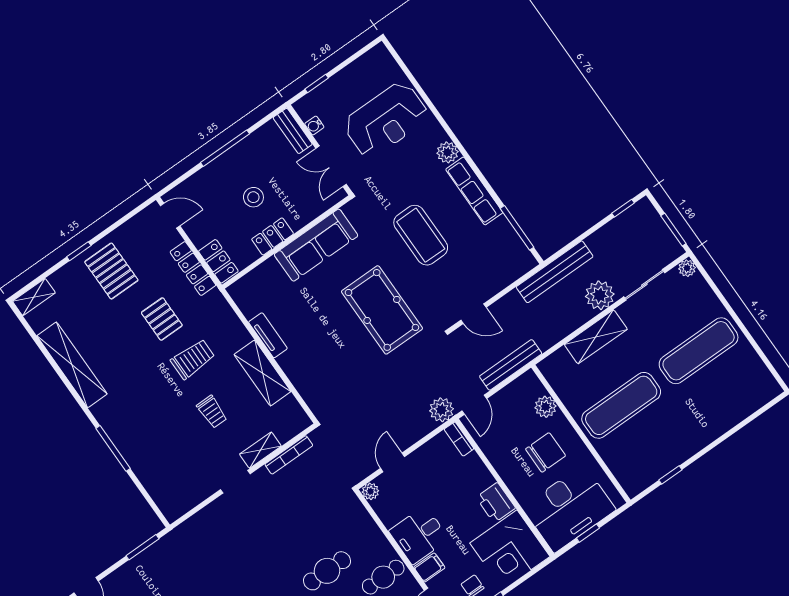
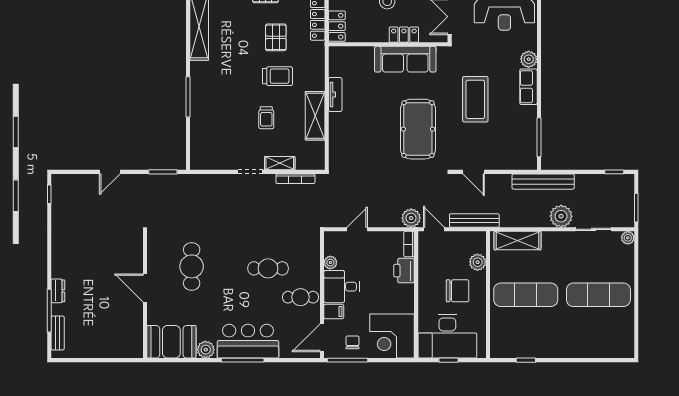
row of seats: (474, 191) -> (528, 87), width x0.68
locker: (273, 236) -> (404, 35), moved
shelving: (596, 337) -> (517, 241), moved
door: (474, 405) -> (434, 229), swing flipped
plant: (370, 491) -> (330, 263), moved
printer: (496, 503) -> (404, 271), moved

